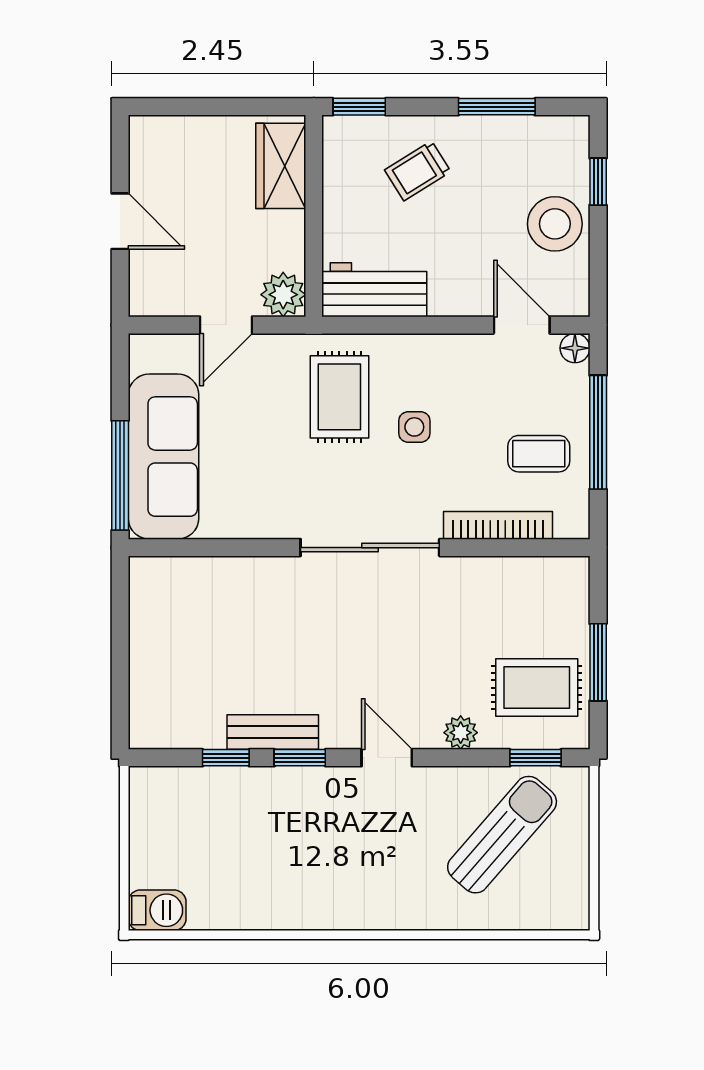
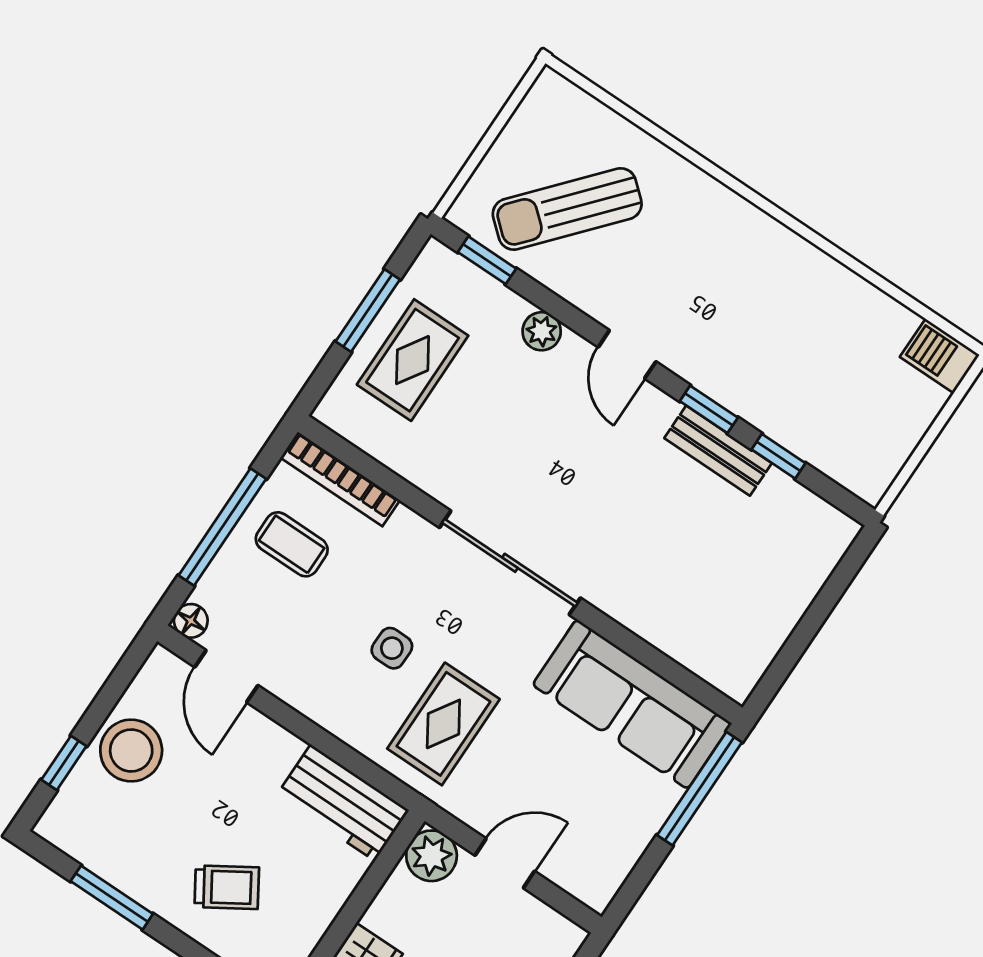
sofa: (164, 457) -> (632, 704), moved, turned -90
bookcase: (498, 525) -> (340, 479), moved
rug: (537, 688) -> (413, 360), moved, turned 90

